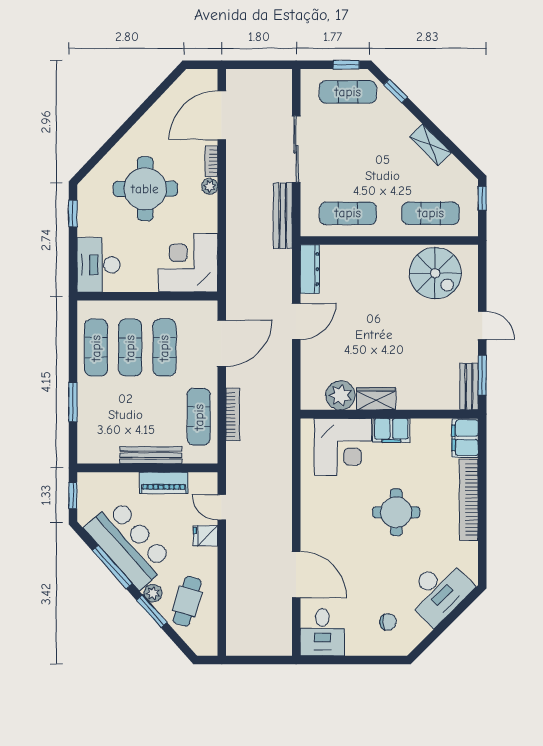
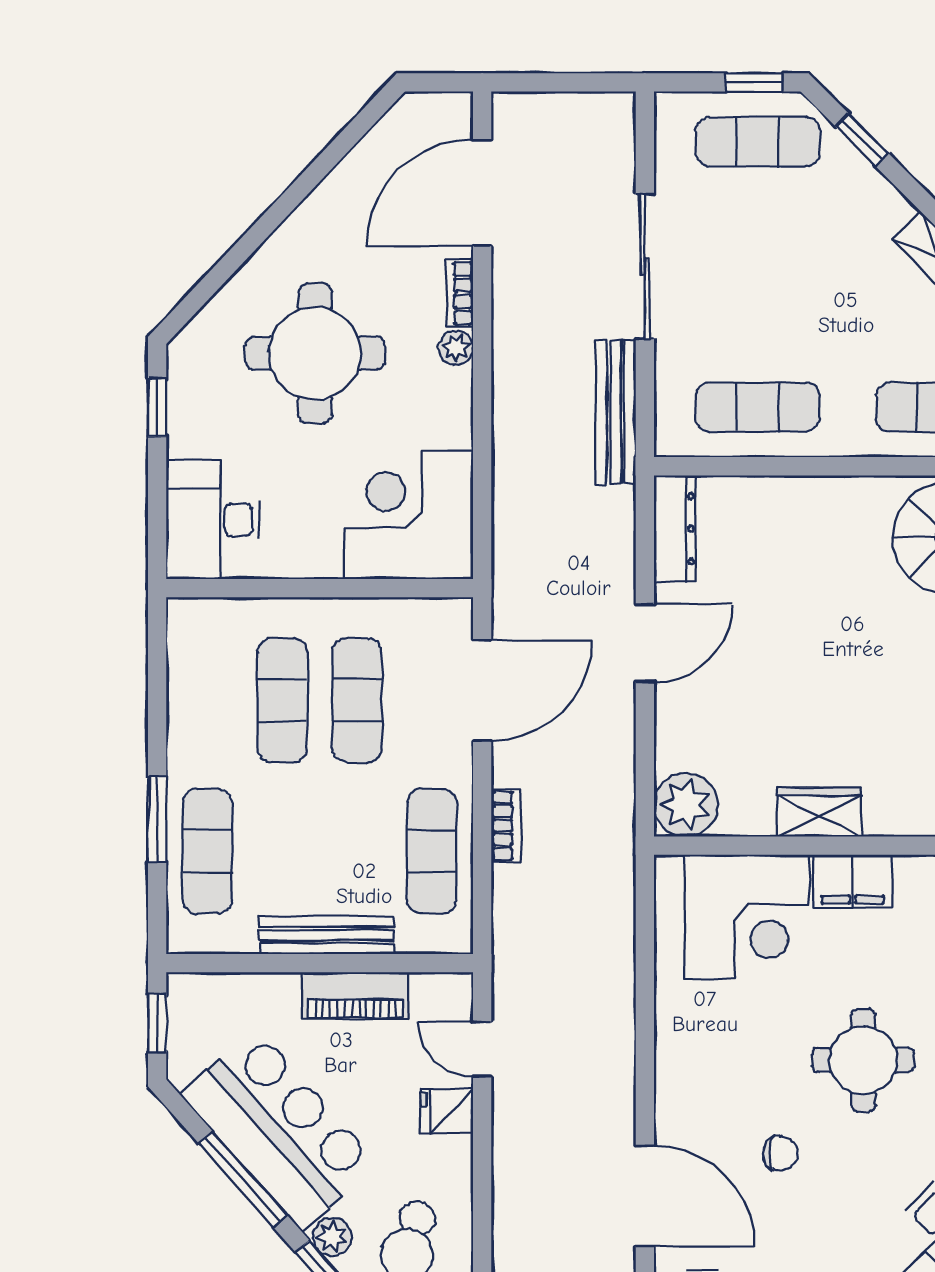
exercise mat: (96, 348) -> (207, 851), moved
plant: (340, 395) -> (686, 805), moved
bookcase: (233, 414) -> (506, 826), width x0.64
chair: (358, 555) -> (780, 1153), added

